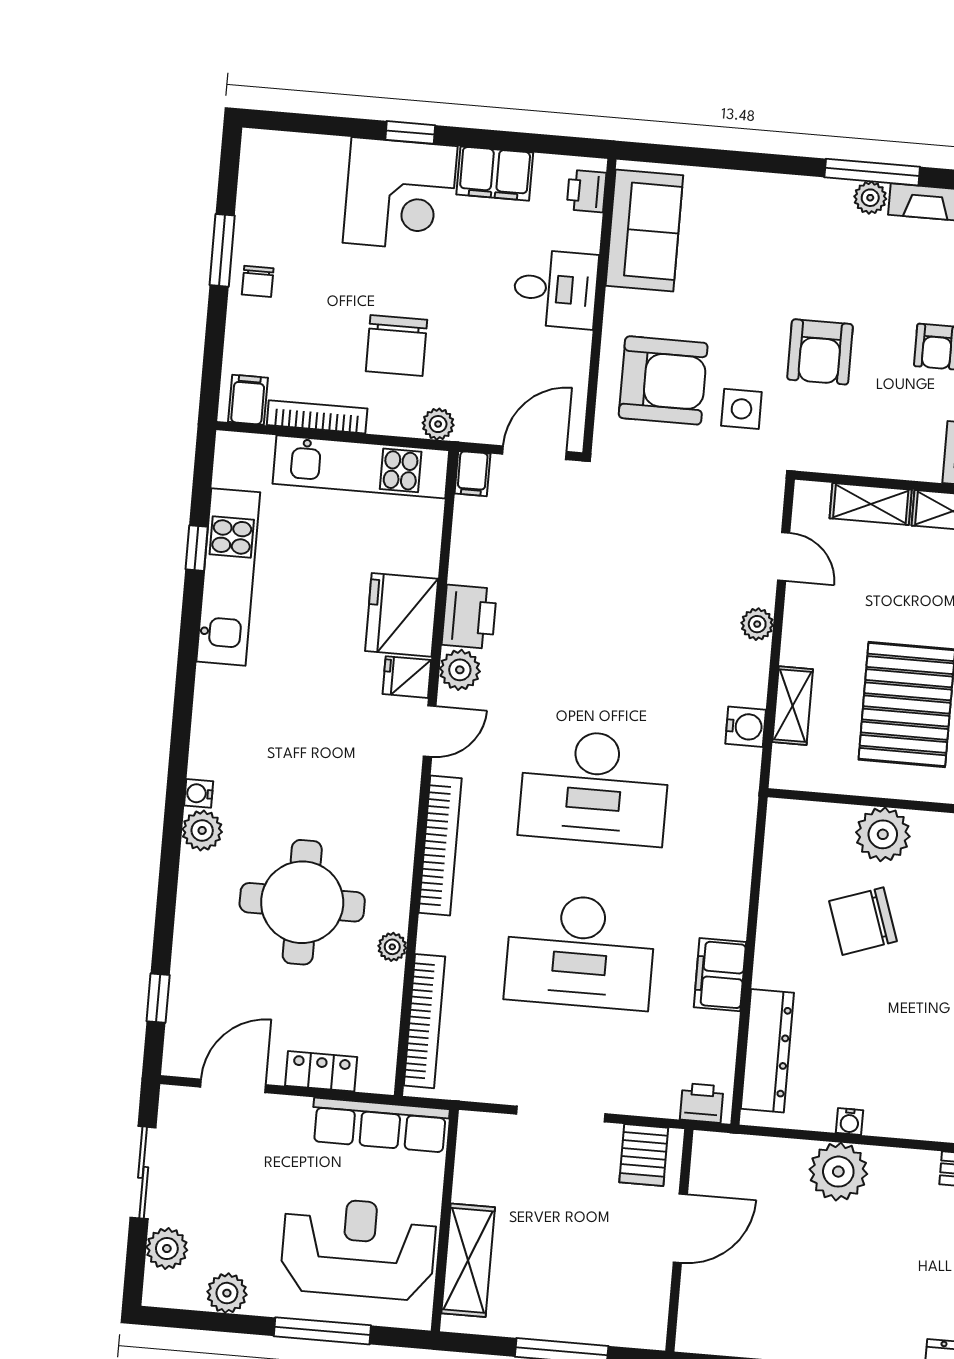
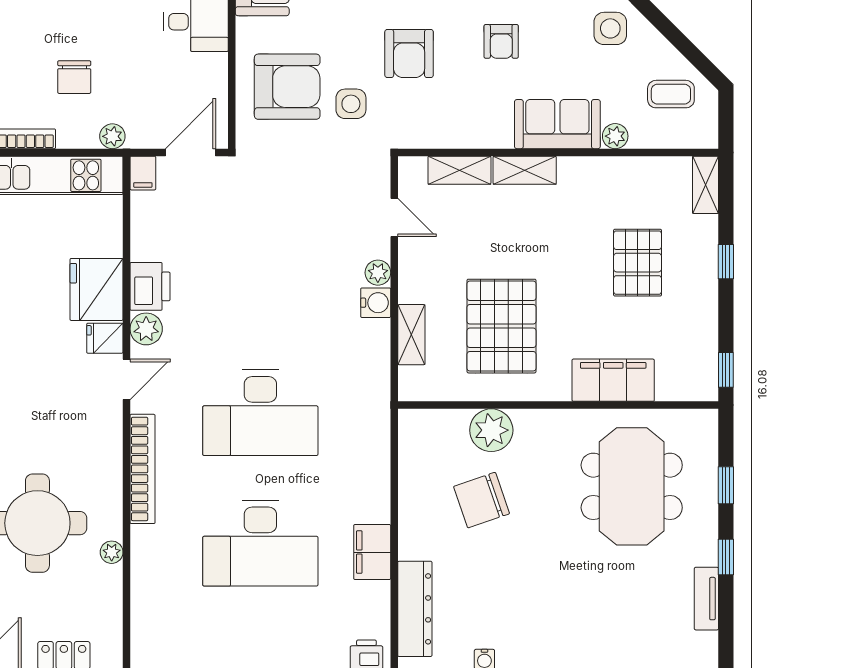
chair: (396, 345) -> (74, 77), width x0.73, depth x0.73
water cooler: (746, 727) -> (376, 303), moved
bookcase: (424, 1021) -> (142, 609), removed

